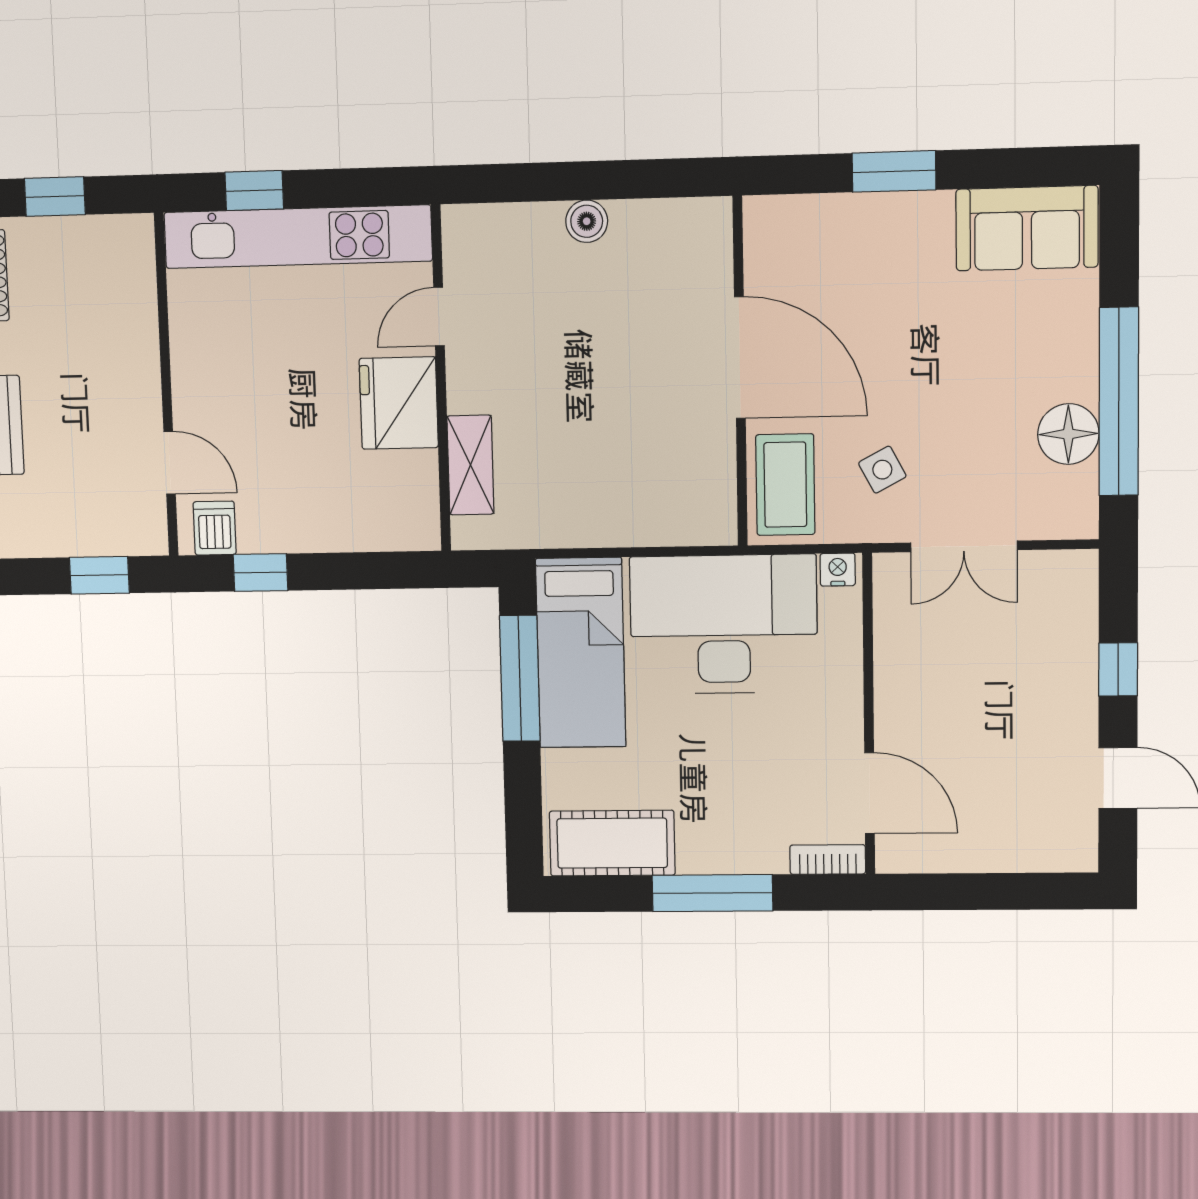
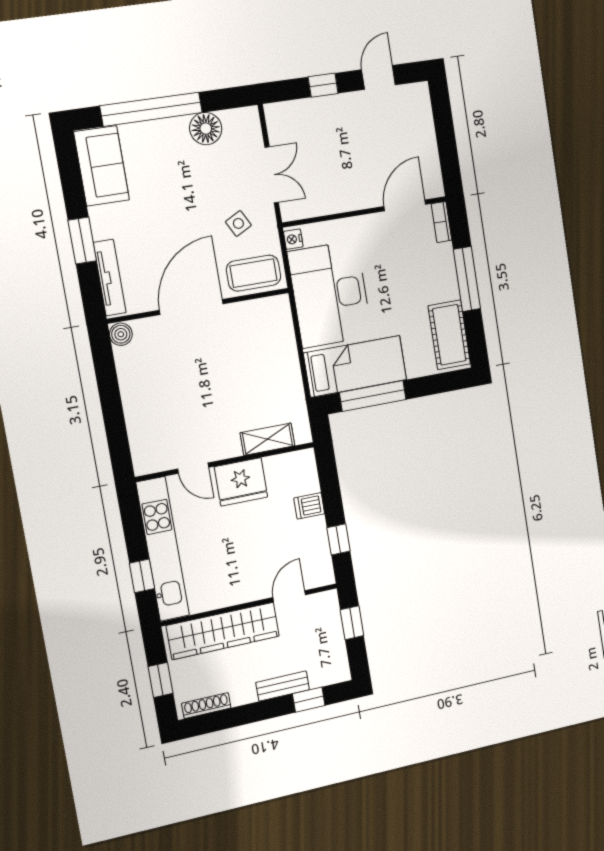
tv unit: (818, 212) -> (110, 278), added
boiler: (587, 221) -> (121, 334), moved
wardrobe: (126, 328) -> (223, 631), added
window: (1119, 402) -> (151, 109), moved
dishwasher: (215, 528) -> (309, 506), moved

